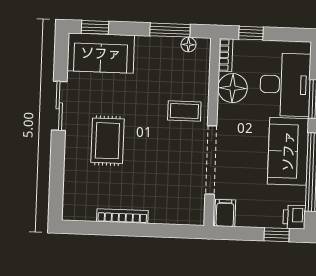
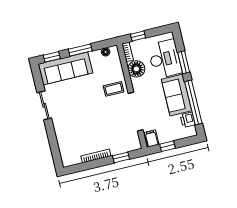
window: (170, 30) -> (80, 50), moved
sofa: (101, 53) -> (65, 68), width x1.36
rug: (107, 141) -> (76, 117), removed
printer: (294, 217) -> (188, 120), moved
window: (164, 231) -> (121, 157), added
window: (277, 235) -> (168, 146), moved

